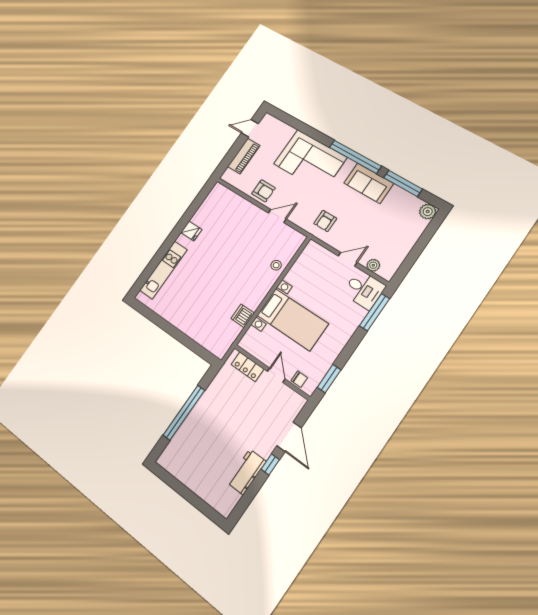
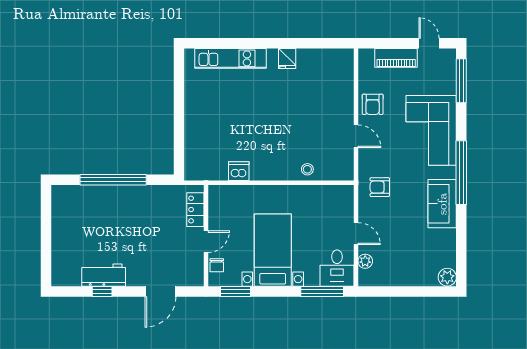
window: (403, 183) -> (461, 81), moved
bed with nightstands: (292, 319) -> (273, 250), moved, turned 180
window: (270, 464) -> (102, 291), moved

